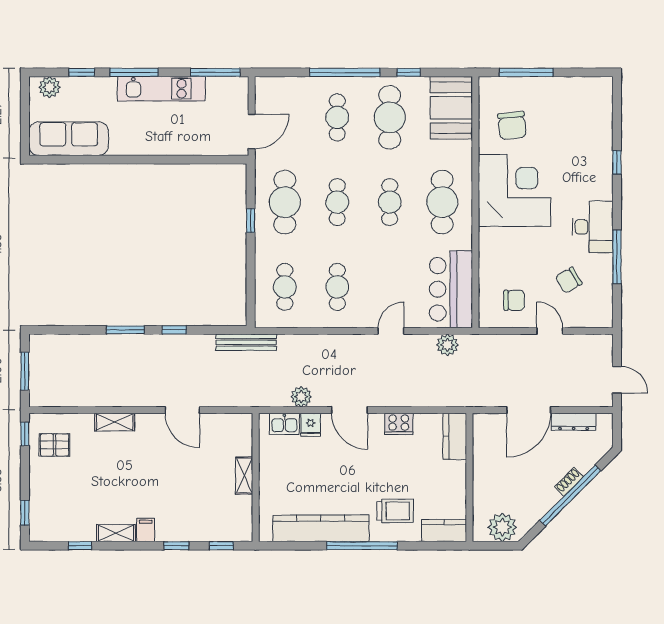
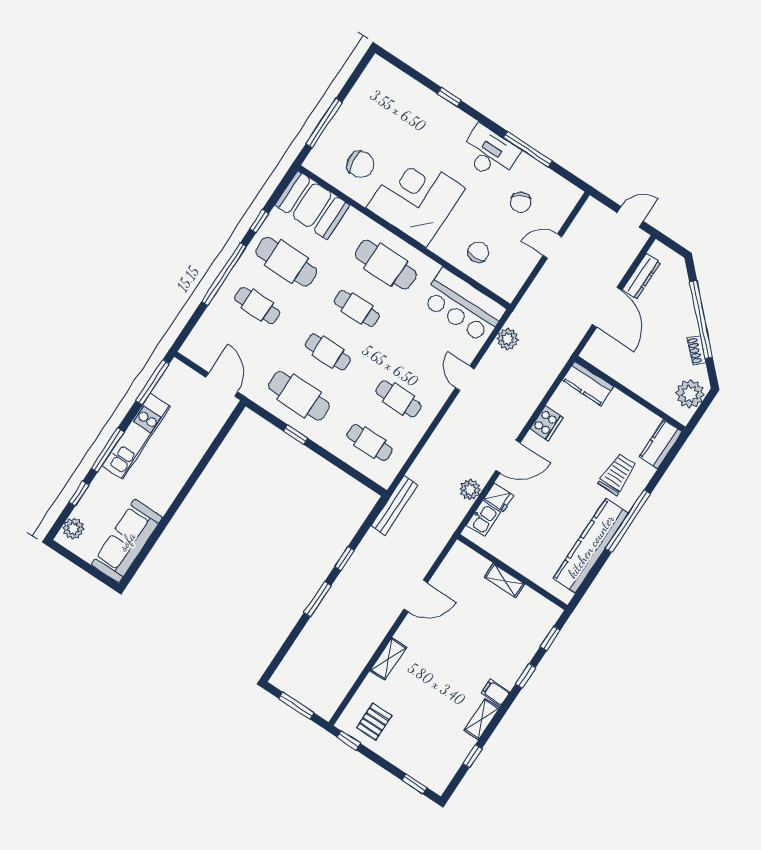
chair: (514, 300) -> (478, 252), moved
shoe rack: (569, 482) -> (696, 350), moved

